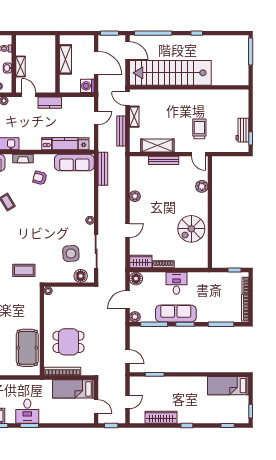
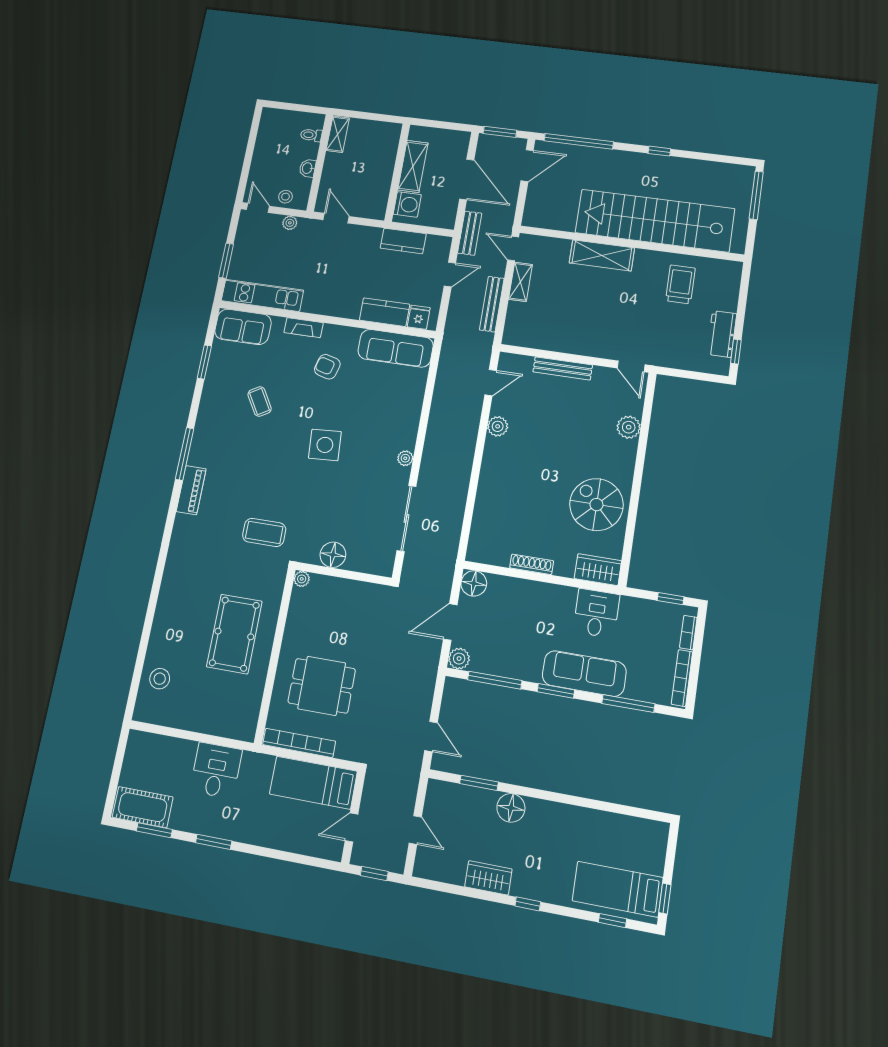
door: (127, 51) -> (527, 166), hinge flipped
shelving: (20, 67) -> (338, 134), moved
stairs: (170, 73) -> (655, 221), moved
washing machine: (87, 86) -> (407, 204), moved, turned 180
kitchen counter: (50, 103) -> (403, 241), moved
trolley: (199, 129) -> (680, 284), moved
dishwasher: (47, 144) -> (351, 308), removed
shelving: (157, 145) -> (602, 255), moved
bench: (103, 169) -> (470, 233), moved, width x0.73
spiral stairs: (191, 229) -> (596, 505), turned 90
door: (127, 231) -> (491, 383), moved
side table: (71, 253) -> (325, 445), moved
wardrobe: (141, 262) -> (598, 570), moved
floor lamp: (81, 276) -> (333, 555), moved
desk: (176, 283) -> (596, 613), moved
sofa: (176, 314) -> (584, 674), moved
pool table: (27, 348) -> (234, 634), moved
floor lamp: (172, 383) -> (511, 808), added
bed: (228, 386) -> (618, 889), moved
door: (127, 402) -> (415, 830), hinge flipped
door: (96, 406) -> (351, 827), swing flipped
desk: (27, 411) -> (216, 770), moved, turned 180
wardrobe: (161, 417) -> (488, 878), width x0.67

